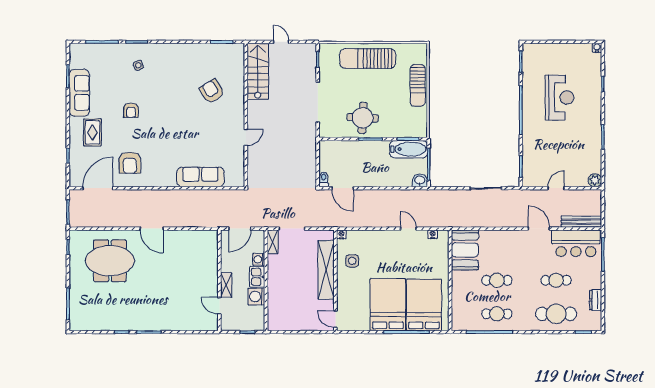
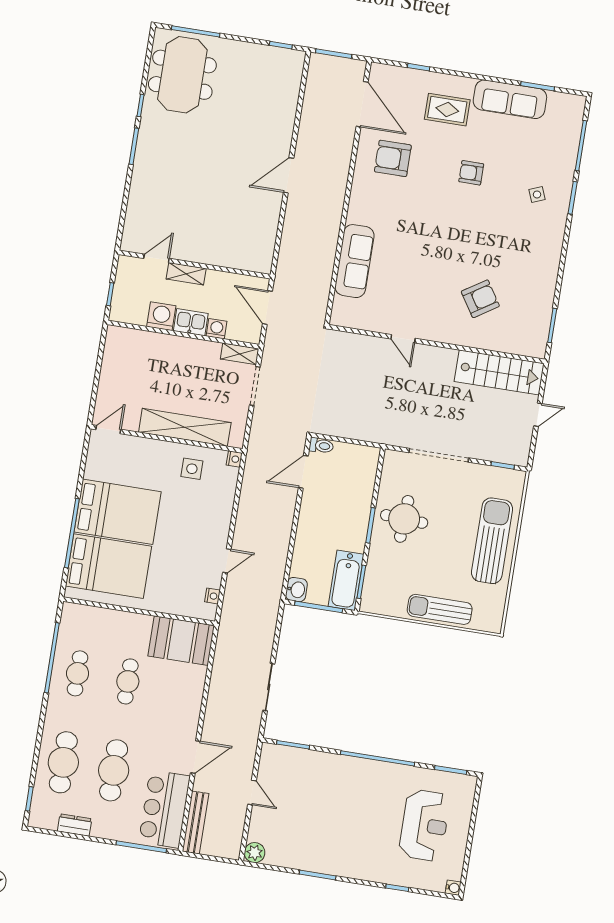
reception desk: (559, 98) -> (424, 825), moved, turned -90
meeting table: (110, 261) -> (182, 75), moved
cafe table: (556, 280) -> (114, 770), width x1.37, depth x1.35

